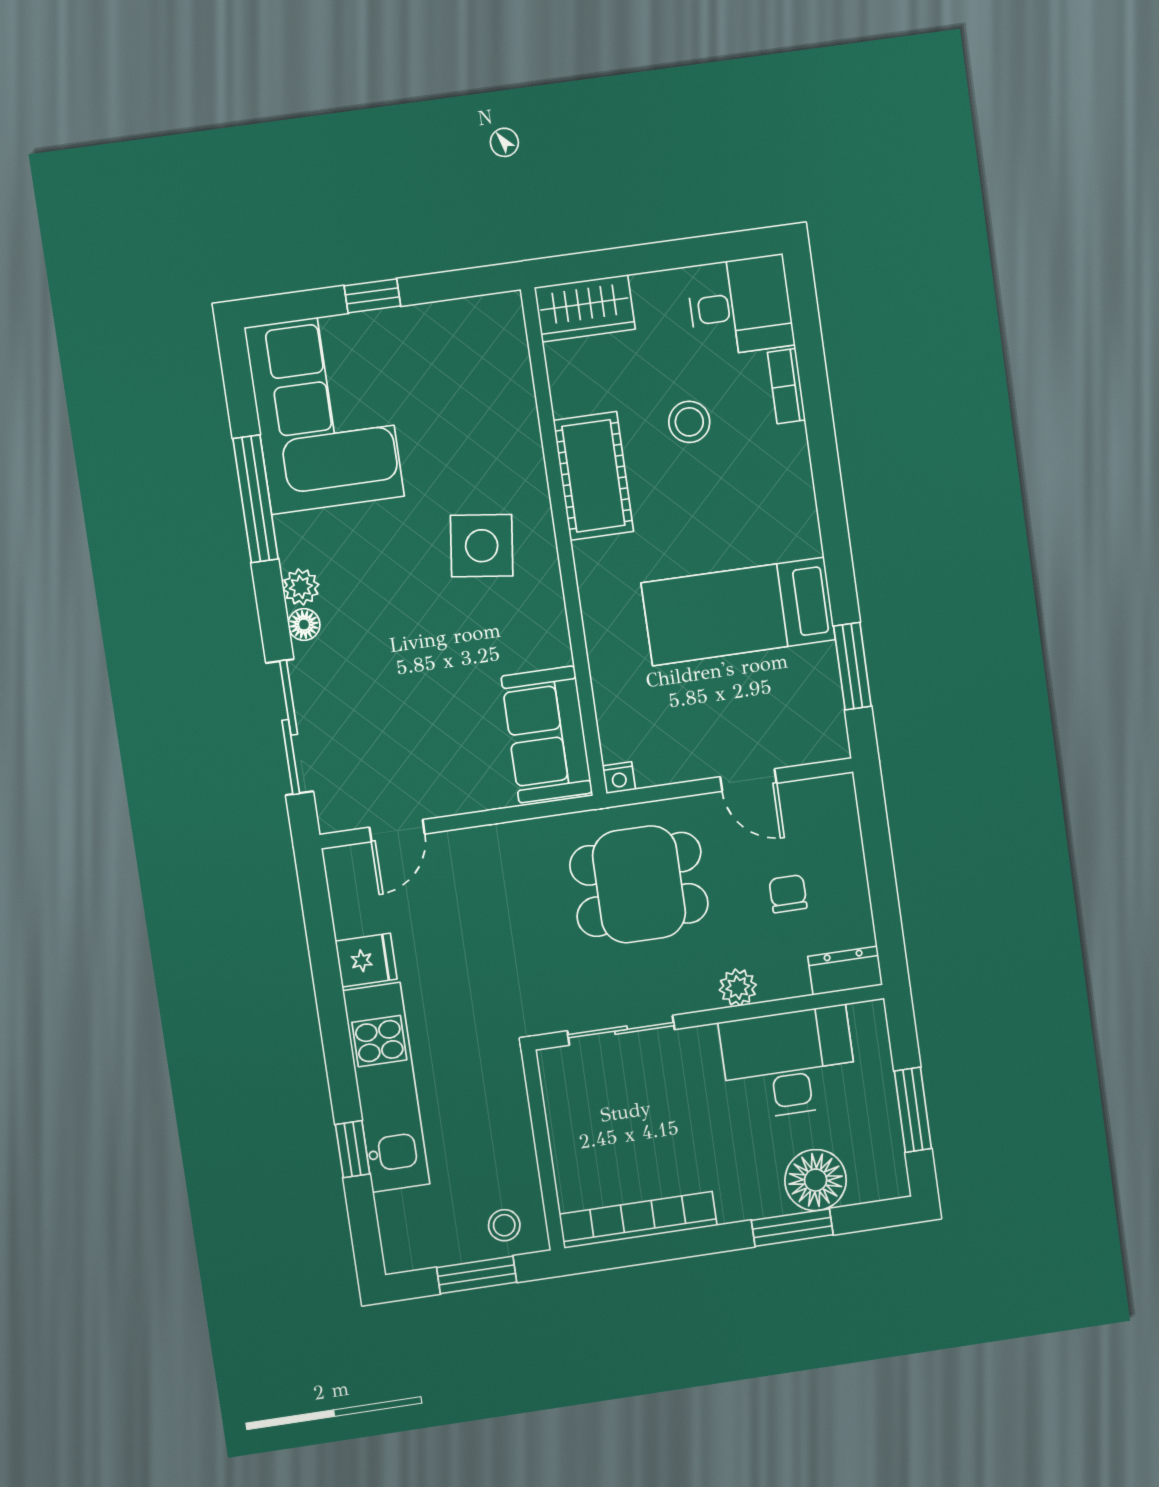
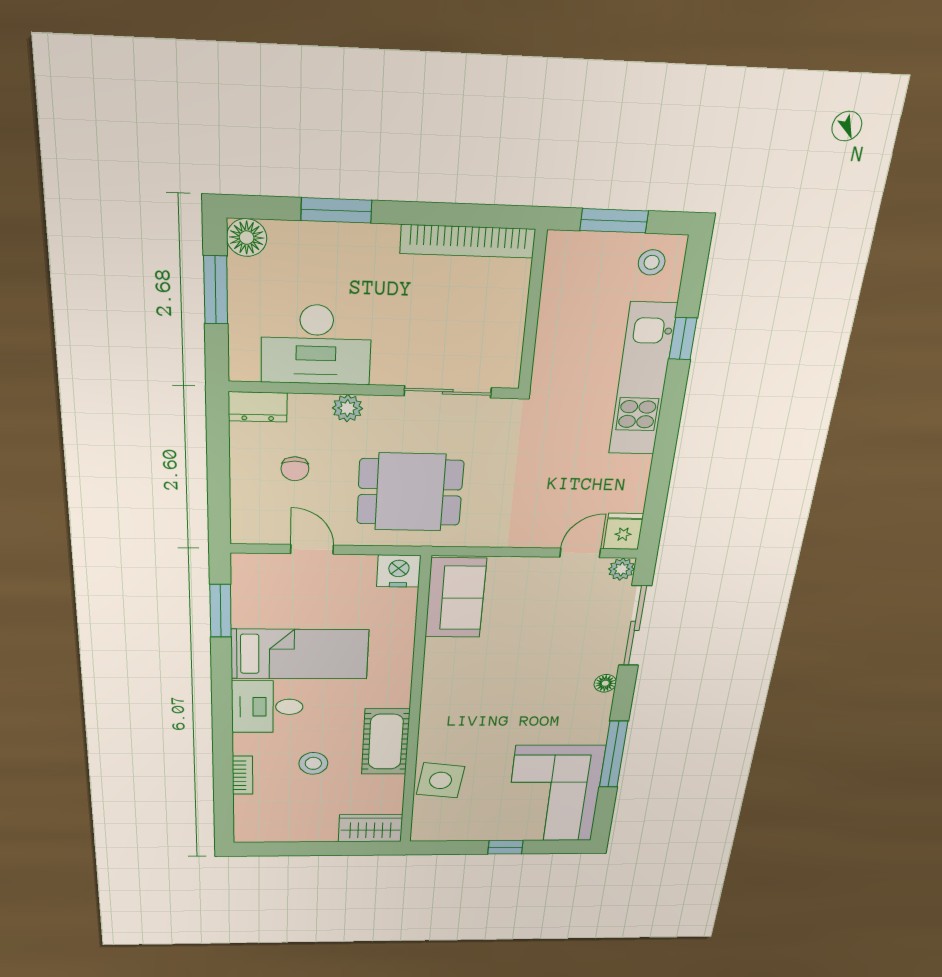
desk: (740, 306) -> (267, 707), moved
side table: (482, 546) -> (441, 780), moved
plant: (301, 587) -> (621, 569), moved
nightstand: (619, 778) -> (399, 571), width x1.89, depth x1.79
fridge: (366, 960) -> (623, 531), moved, turned 90
floor lamp: (816, 1180) -> (247, 238), moved, width x0.73, depth x0.73
stool: (504, 1225) -> (652, 262), moved

